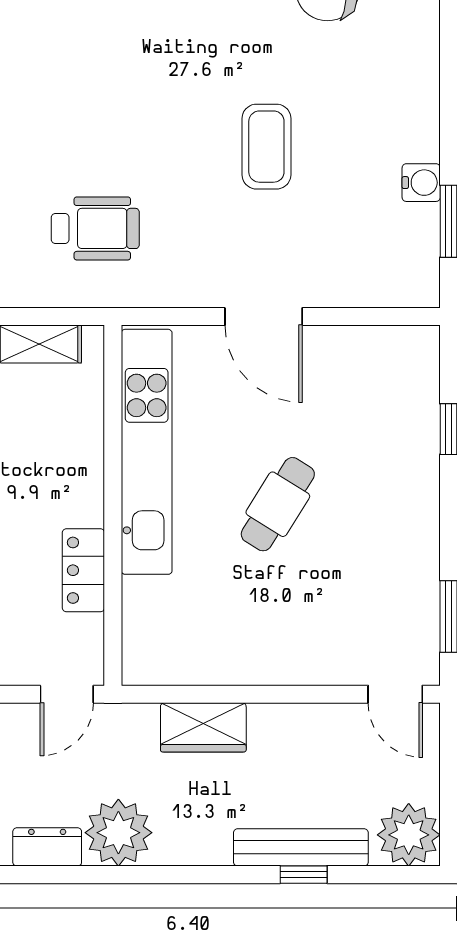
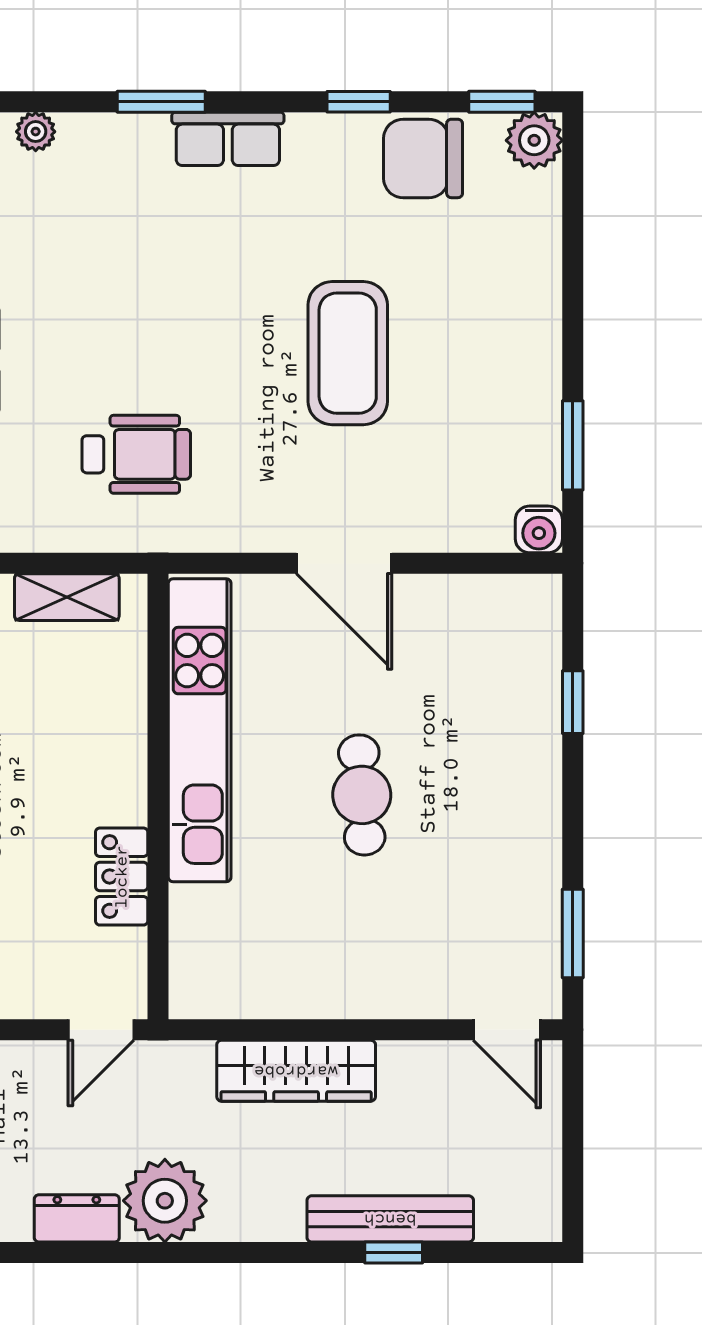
coffee table: (266, 147) -> (348, 353), width x1.36, depth x1.32
water cooler: (421, 183) -> (539, 529), moved, turned 90
cafe table: (278, 504) -> (362, 795), turned -36
wardrobe: (203, 727) -> (296, 1071), width x1.50
plant: (409, 835) -> (523, 1203), removed

